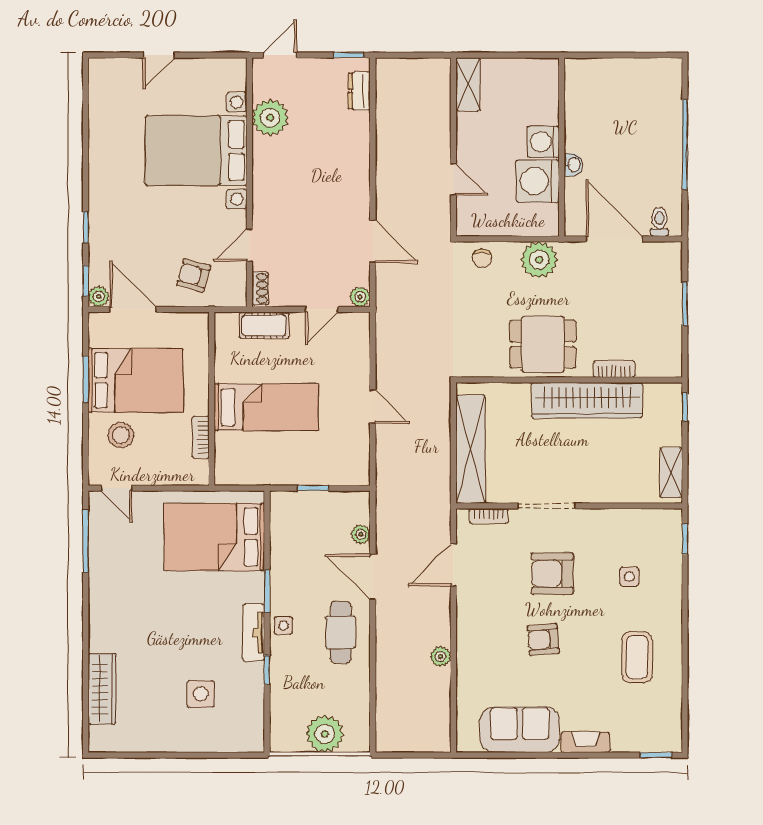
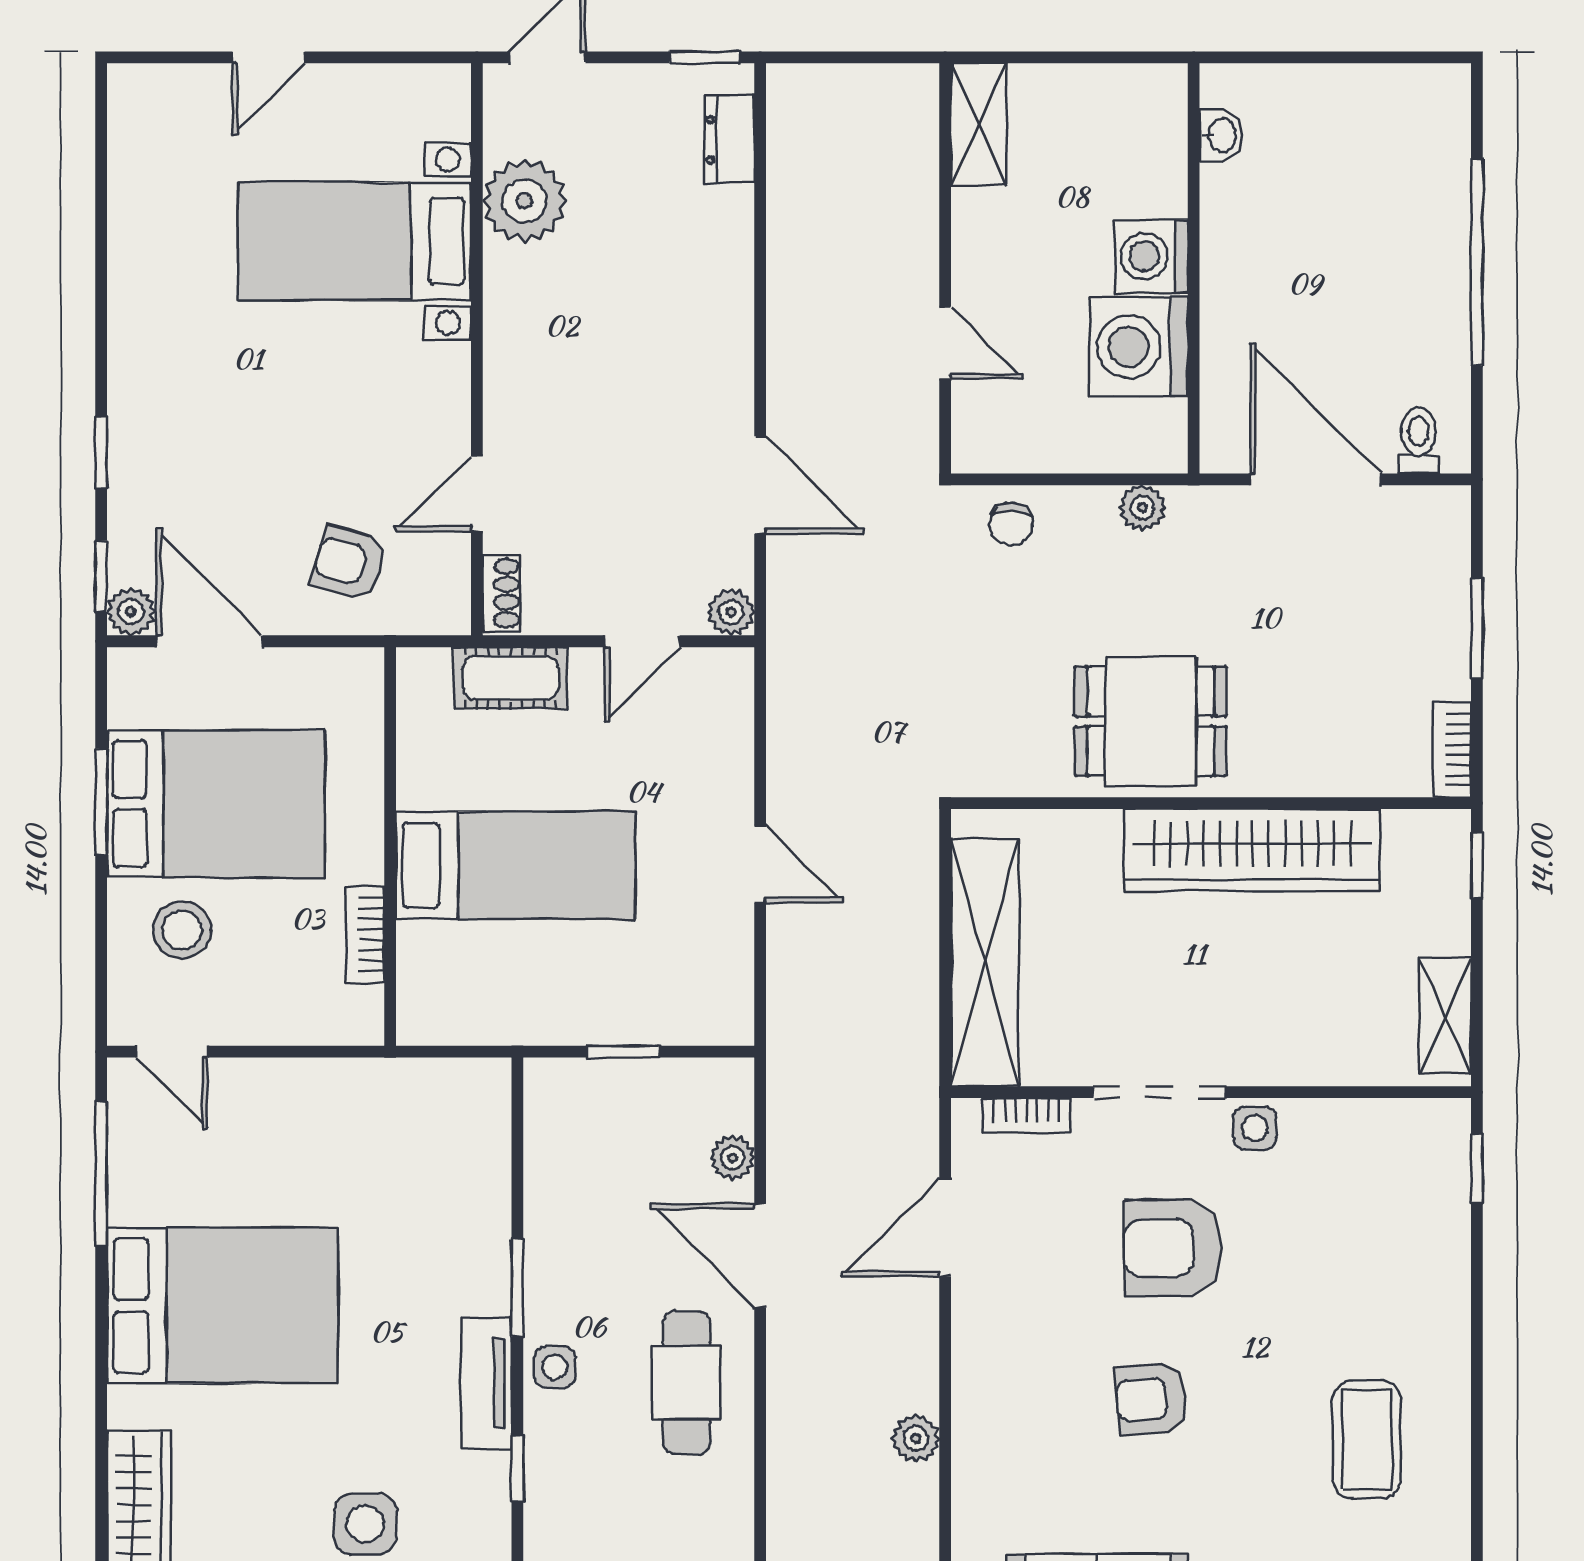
bed with nightstands: (196, 151) -> (355, 241), width x0.73
washbasin: (573, 165) -> (1221, 135), moved
plant: (539, 260) -> (1142, 508), width x0.53, depth x0.53
bookcase: (614, 369) -> (1452, 750), moved, turned -90
bed: (214, 537) -> (222, 1306), moved, turned 180
side table: (629, 577) -> (1255, 1128), moved

